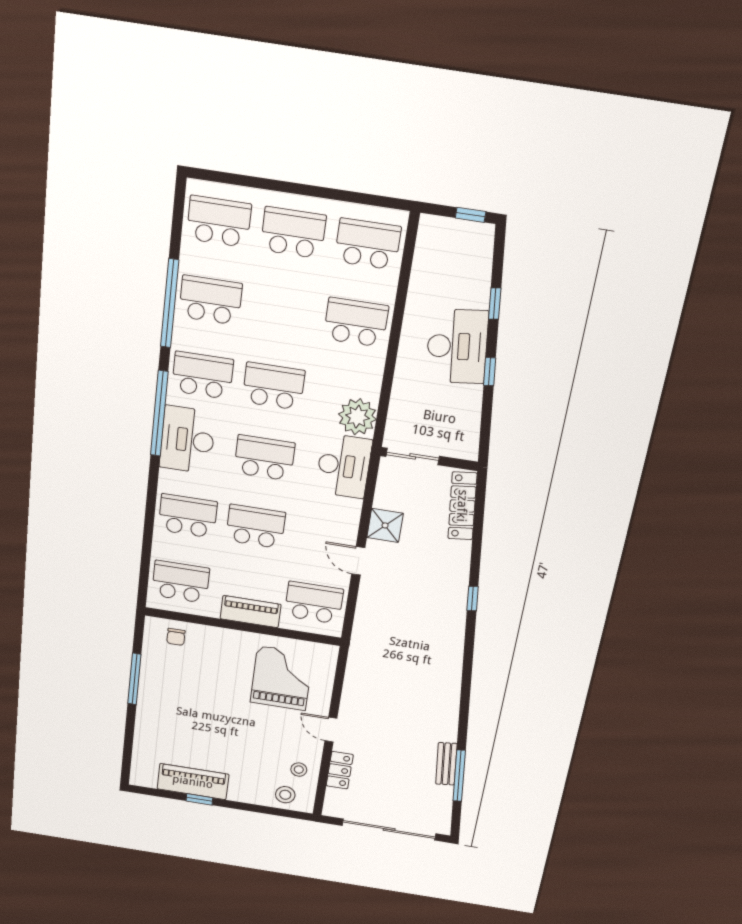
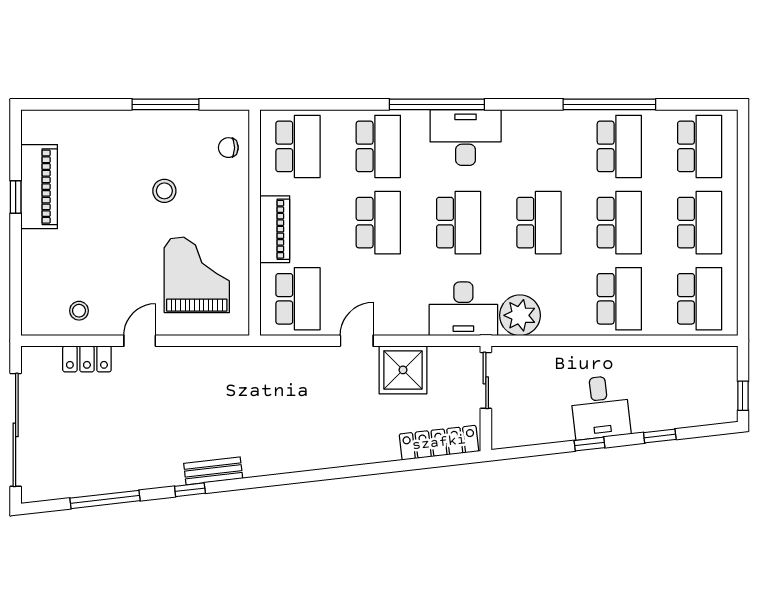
desk: (457, 346) -> (600, 407), width x0.73
school desk: (203, 375) -> (619, 223), moved
window: (159, 414) -> (437, 104), moved
shower: (385, 525) -> (403, 370), width x1.36, depth x1.36
window: (473, 599) -> (190, 490), moved
grand piano: (282, 678) -> (197, 275), turned -90
bench: (446, 764) -> (213, 471), moved
stool: (285, 795) -> (164, 191), moved

